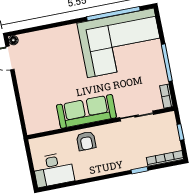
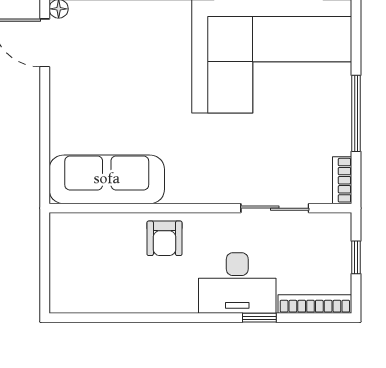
sofa: (86, 111) -> (107, 179), moved
desk: (53, 170) -> (237, 283), moved

